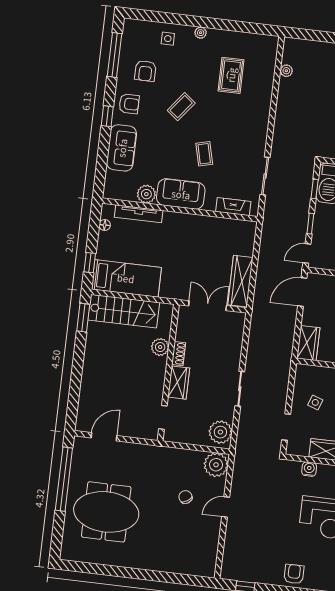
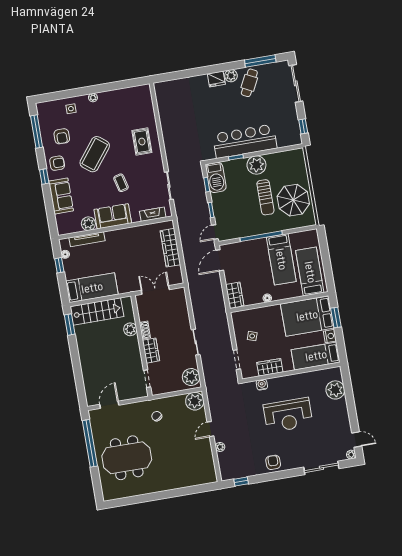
plant: (286, 71) -> (220, 447), moved
rug: (231, 75) -> (142, 142), moved
coffee table: (181, 107) -> (95, 154), width x1.86, depth x1.72
window: (90, 263) -> (59, 265), moved
wardrobe: (240, 281) -> (170, 248), moved
chair: (186, 497) -> (157, 416), moved

